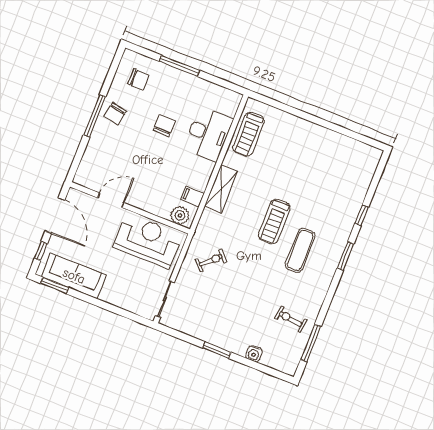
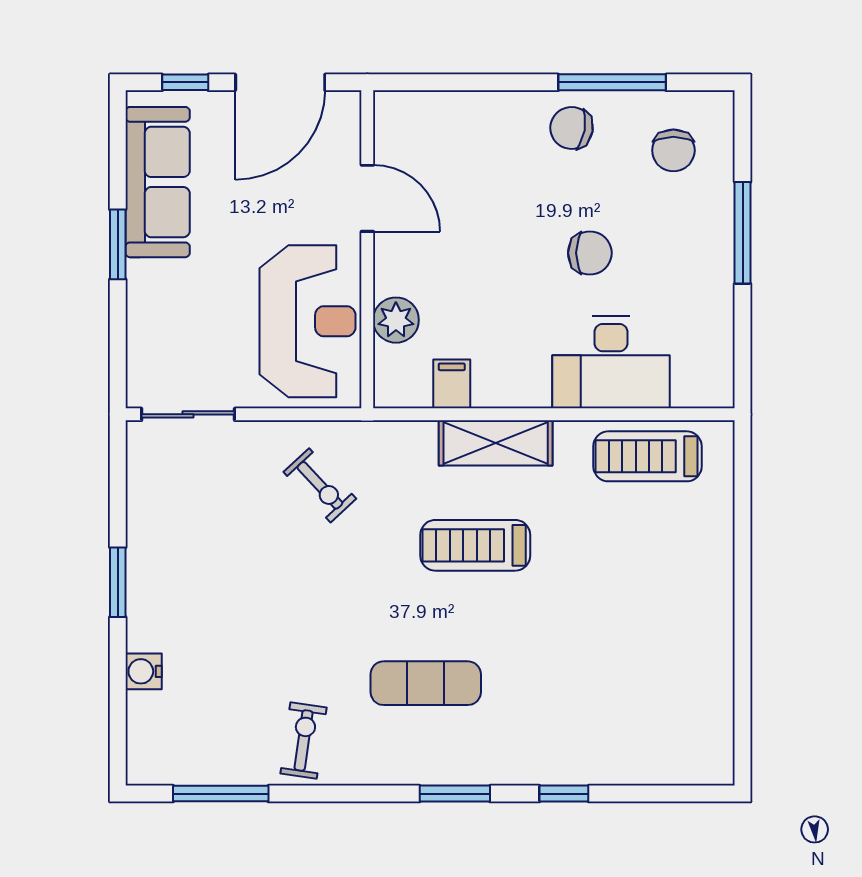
window: (95, 116) -> (612, 82), moved
plant: (180, 215) -> (396, 320), moved
treadmill: (274, 222) -> (475, 545), moved
window: (55, 286) -> (118, 244), moved
exercise bike: (291, 319) -> (304, 740), moved

